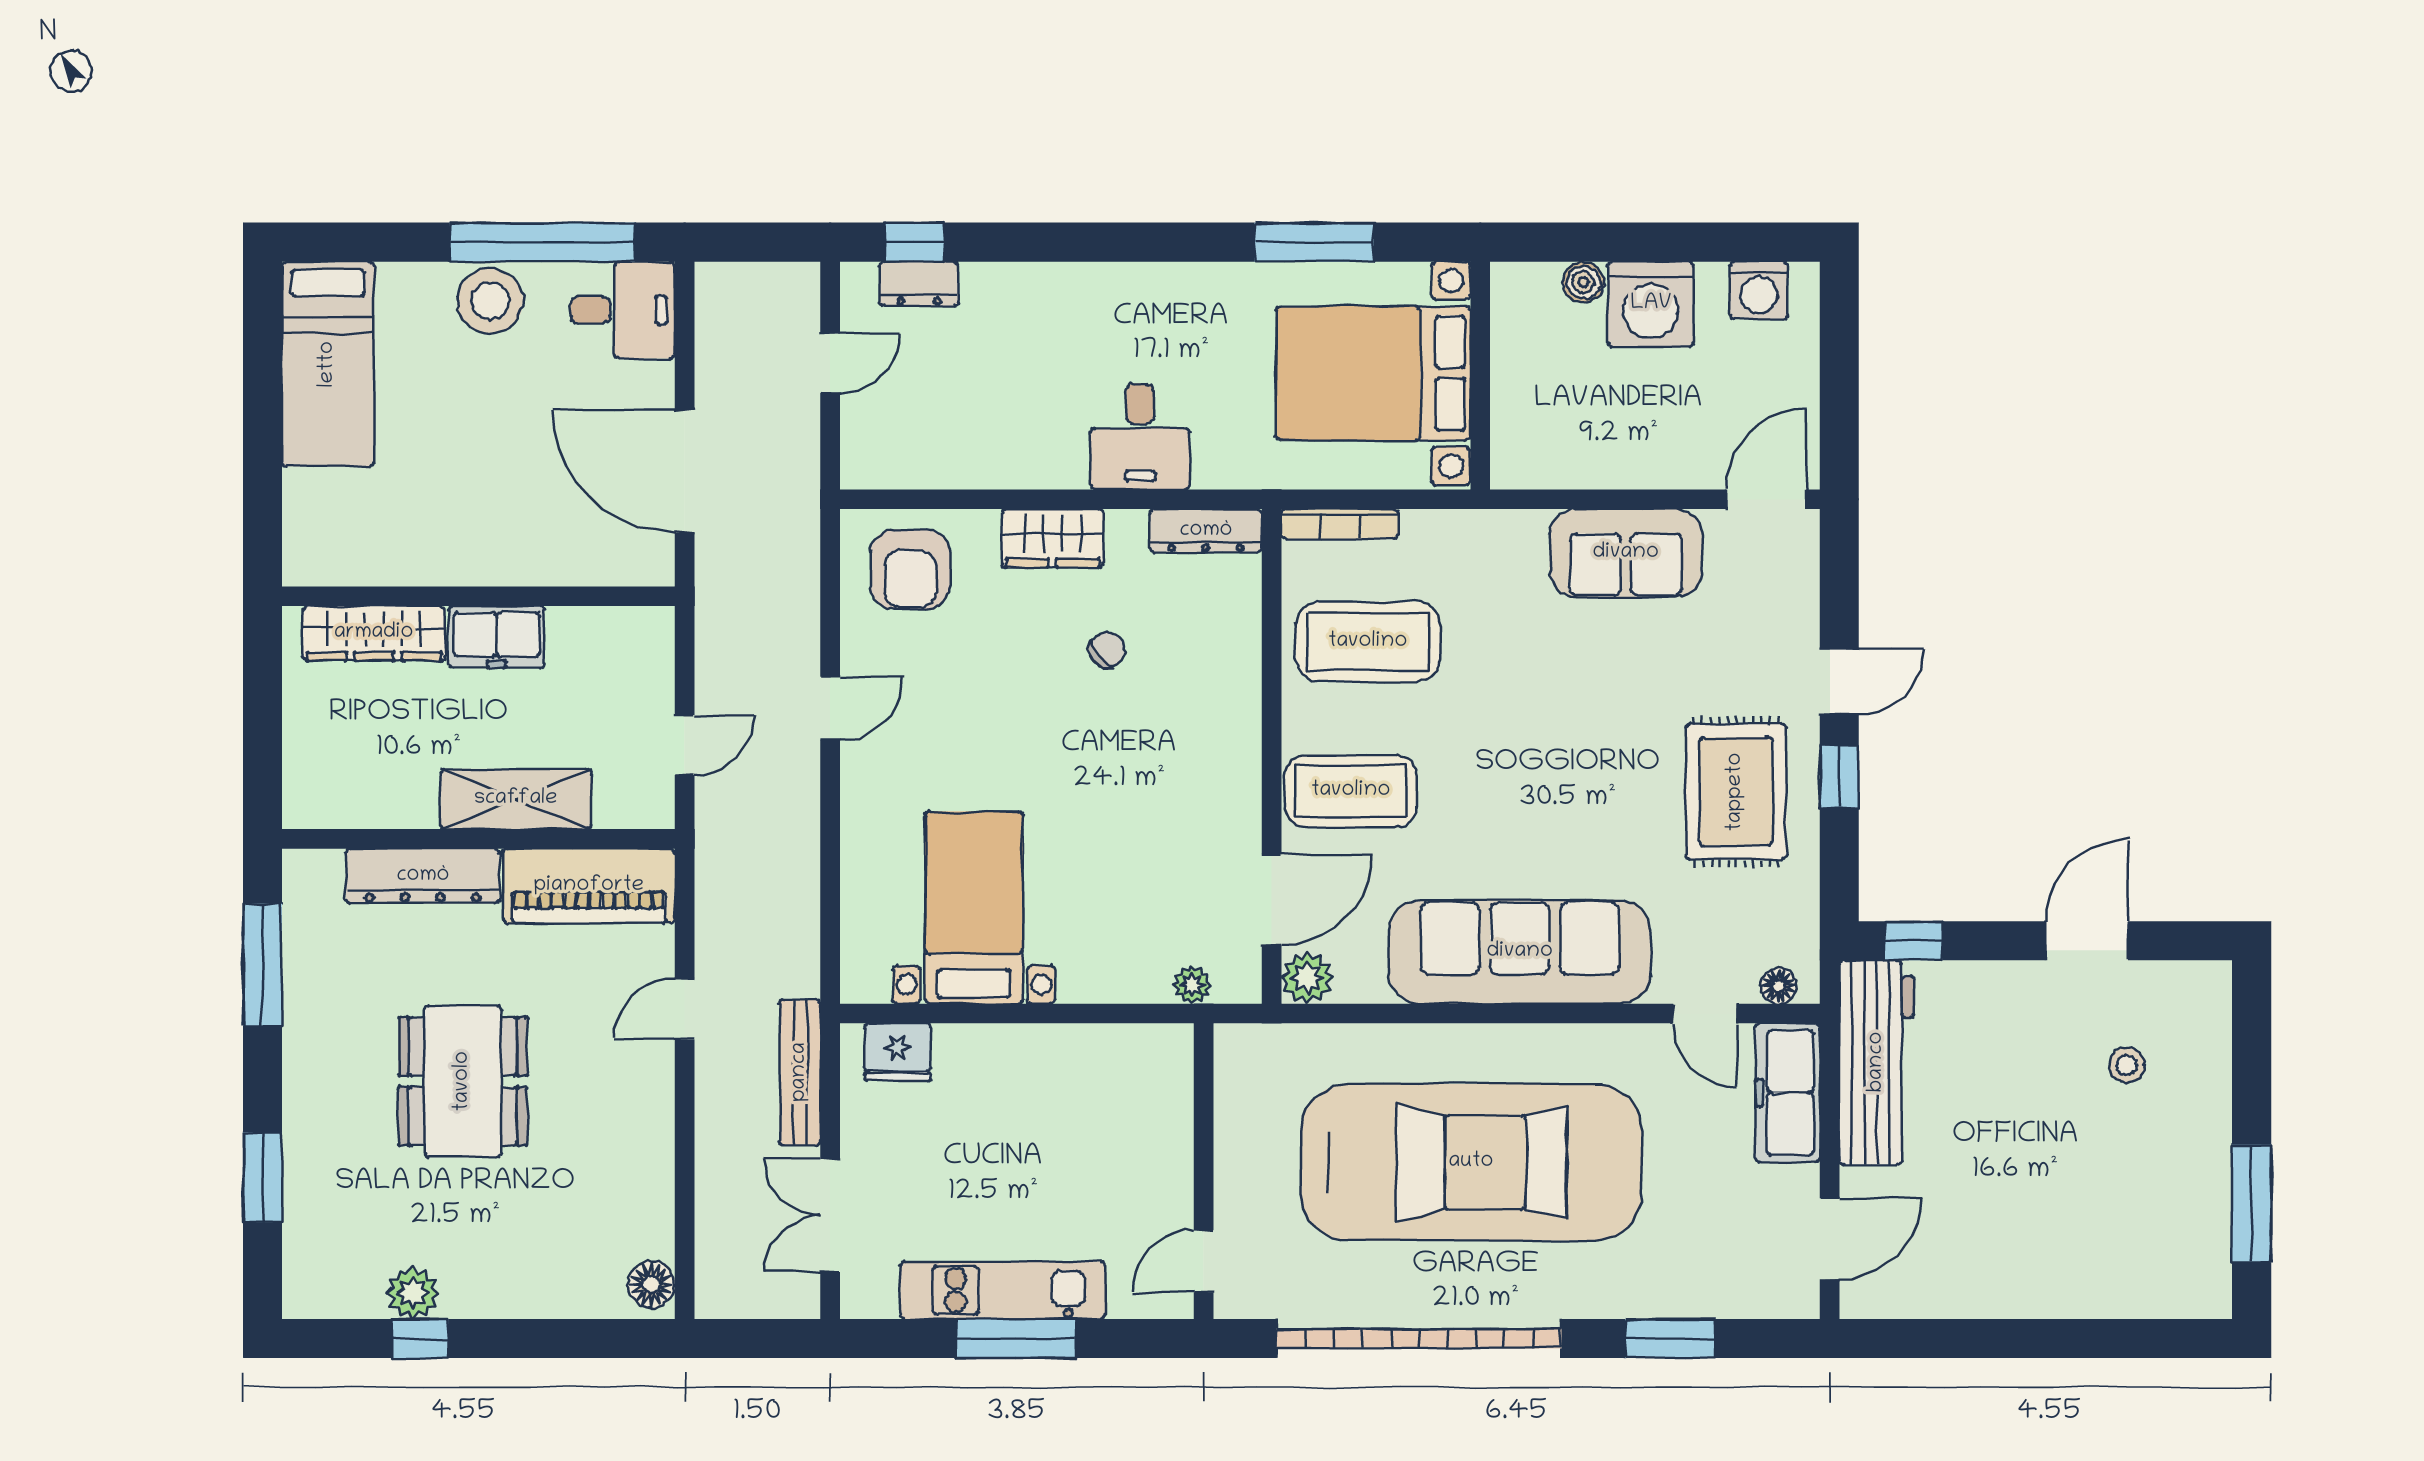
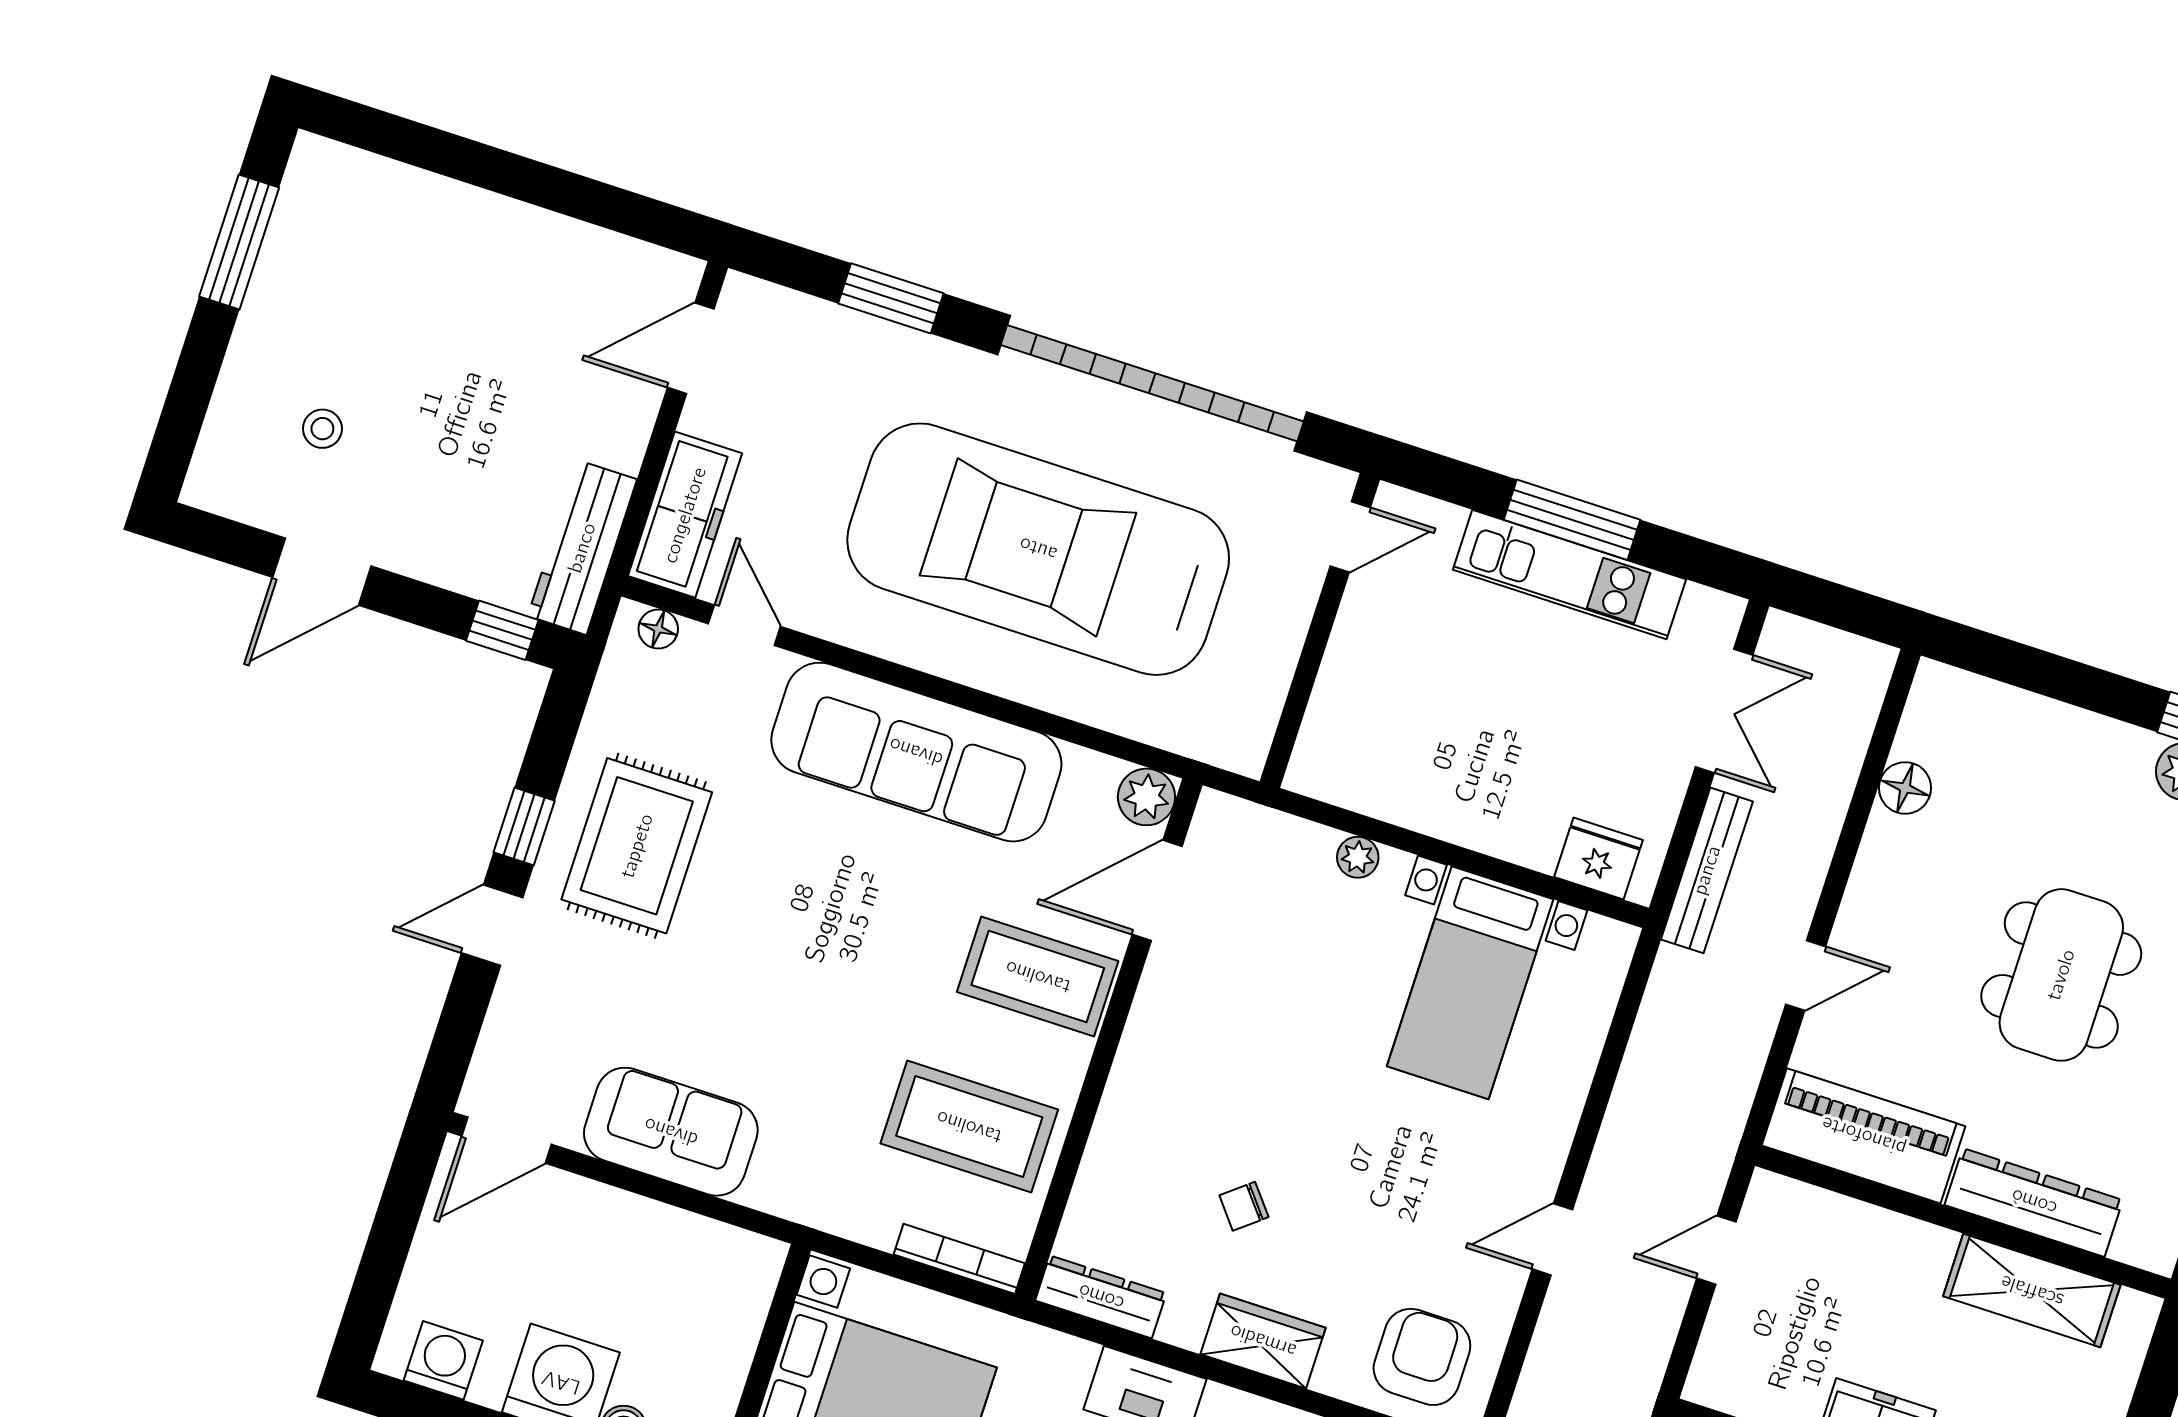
shelving: (516, 799) -> (2032, 1291), moved
plant: (1192, 985) -> (1358, 857), moved
workbench: (1877, 1062) -> (582, 548), width x0.73, depth x0.76
floor lamp: (651, 1284) -> (1905, 788), moved

